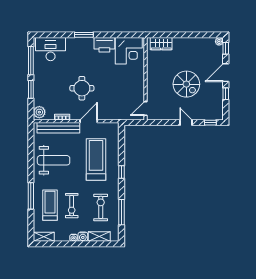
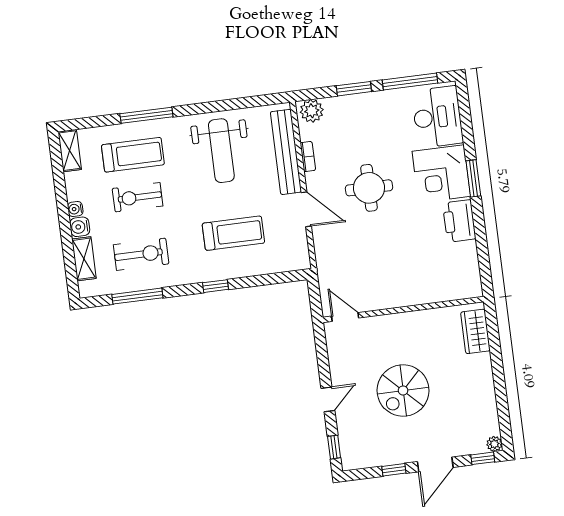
corner desk: (129, 51) -> (441, 174), moved
door: (226, 73) -> (435, 464), swing flipped
treadmill: (96, 160) -> (233, 233), width x0.73, depth x0.73

